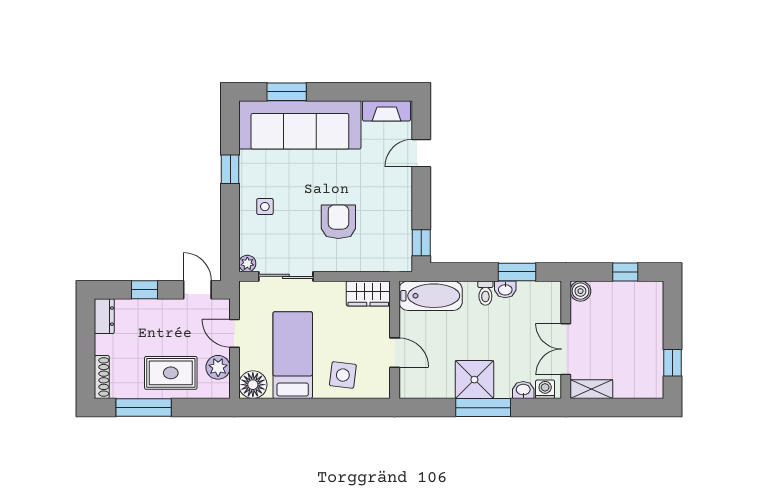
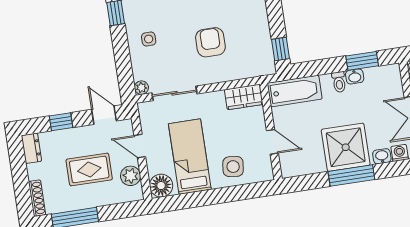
rug: (171, 373) -> (89, 169), moved
shower: (474, 380) -> (346, 147), width x1.37, depth x1.37

